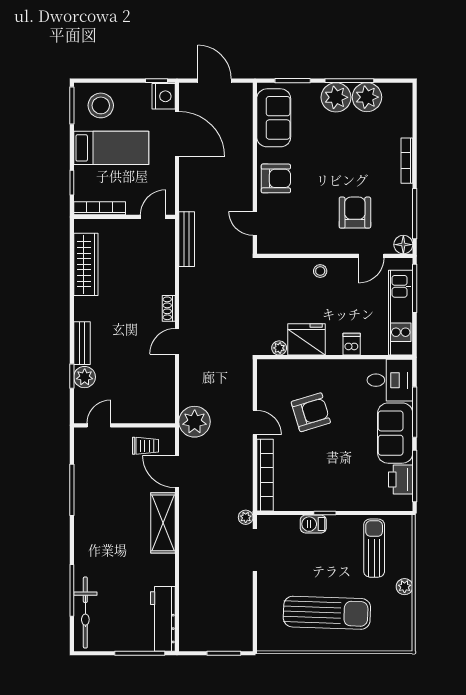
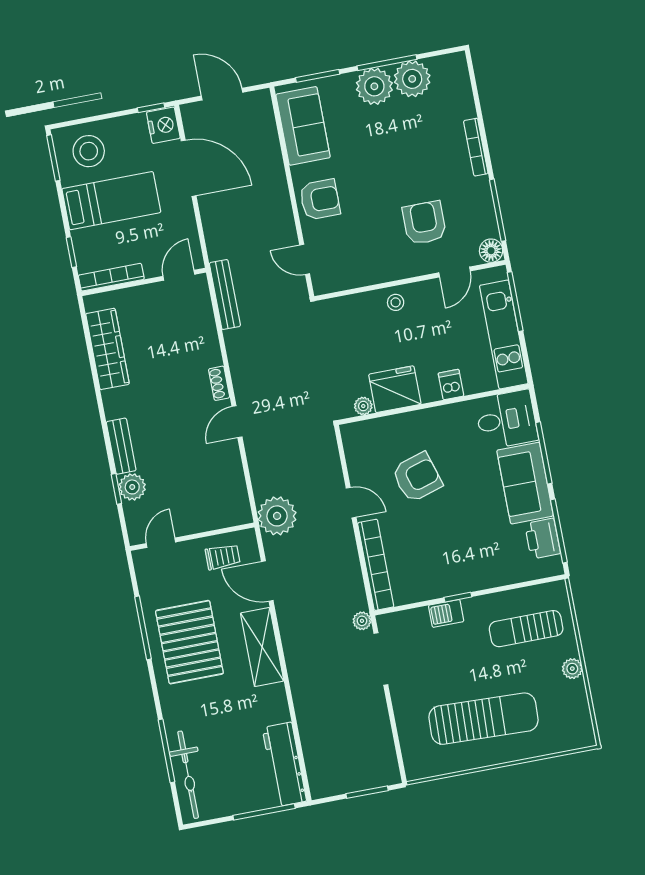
pallet: (106, 508) -> (189, 642), added
sun lounger: (374, 548) -> (526, 629), turned -90

